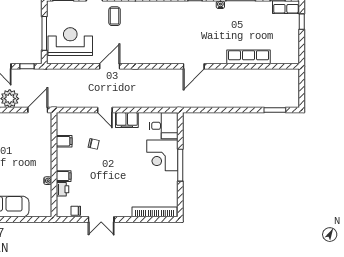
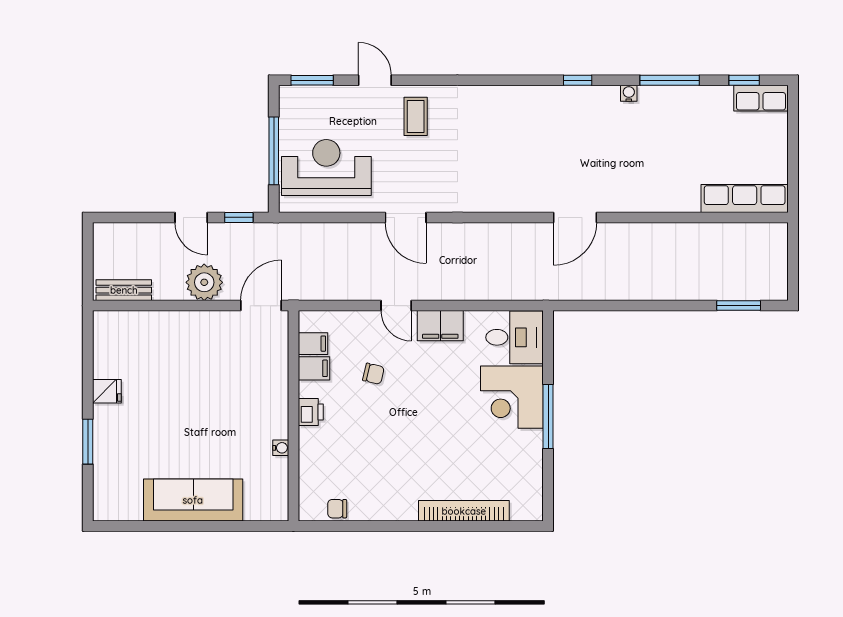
window: (302, 22) -> (793, 127), removed
row of seats: (248, 57) -> (745, 198), moved
door: (110, 66) -> (406, 217), swing flipped
filing cabinet: (64, 176) -> (313, 344), moved
printer: (63, 189) -> (311, 412), moved
bookcase: (155, 212) -> (464, 511), moved
double door: (101, 219) -> (389, 526), removed

